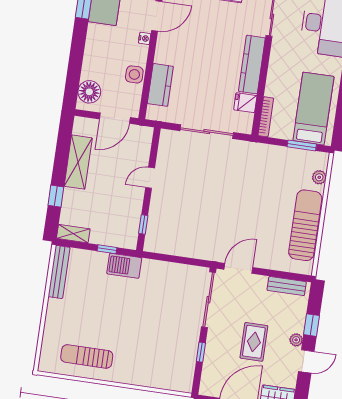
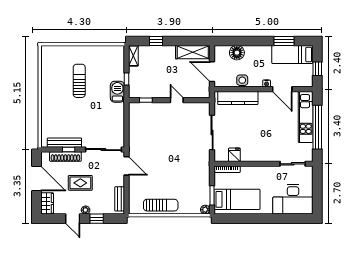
kitchen counter: (252, 65) -> (260, 155), removed
kitchen counter: (160, 85) -> (238, 98), width x1.50
floor lamp: (89, 92) -> (237, 53), moved
shelving: (78, 162) -> (193, 52), moved
plant: (319, 177) -> (205, 210), moved
sun lounger: (305, 225) -> (161, 205), width x0.73, depth x0.75
bench: (59, 272) -> (64, 143), moved
sun lounger: (87, 356) -> (79, 81), moved
shoe rack: (211, 359) -> (65, 157), added

